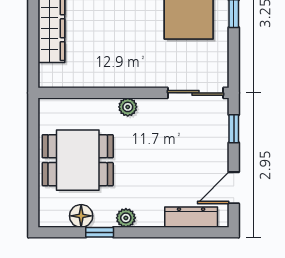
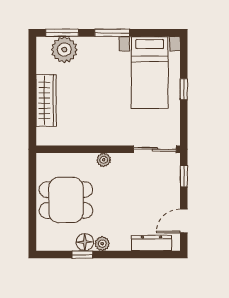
floor lamp: (81, 216) -> (85, 242), moved

